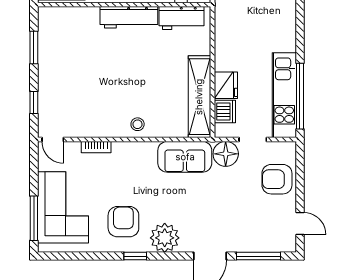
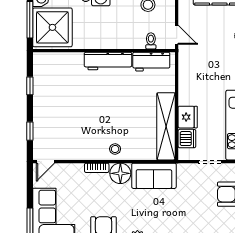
window: (34, 47) -> (30, 86), width x0.67
door: (53, 139) -> (45, 162), hinge flipped
bookcase: (96, 147) -> (97, 168), moved
floor lamp: (226, 154) -> (120, 173), moved

